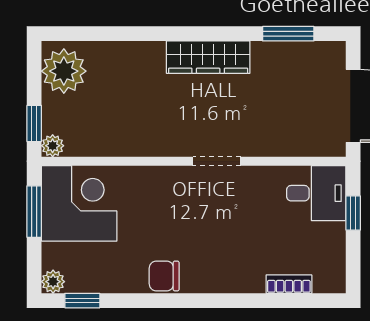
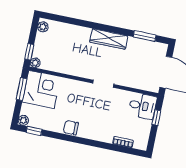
plant: (64, 71) -> (43, 27), width x0.53, depth x0.53

